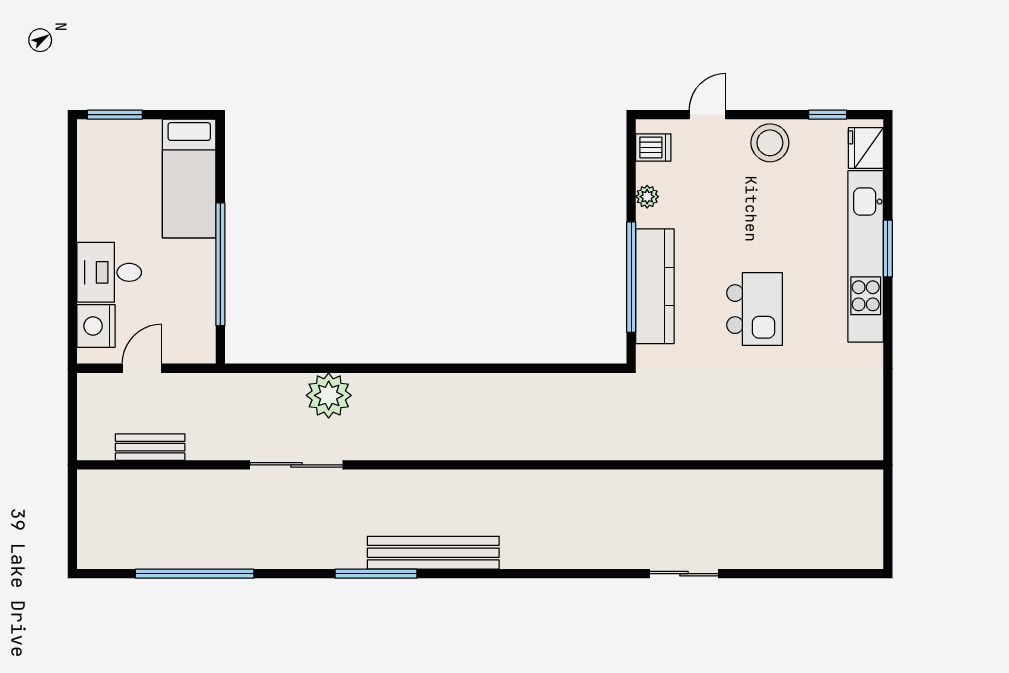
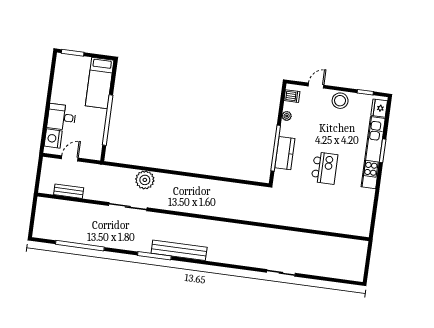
kitchen counter: (655, 286) -> (285, 153), width x0.67

